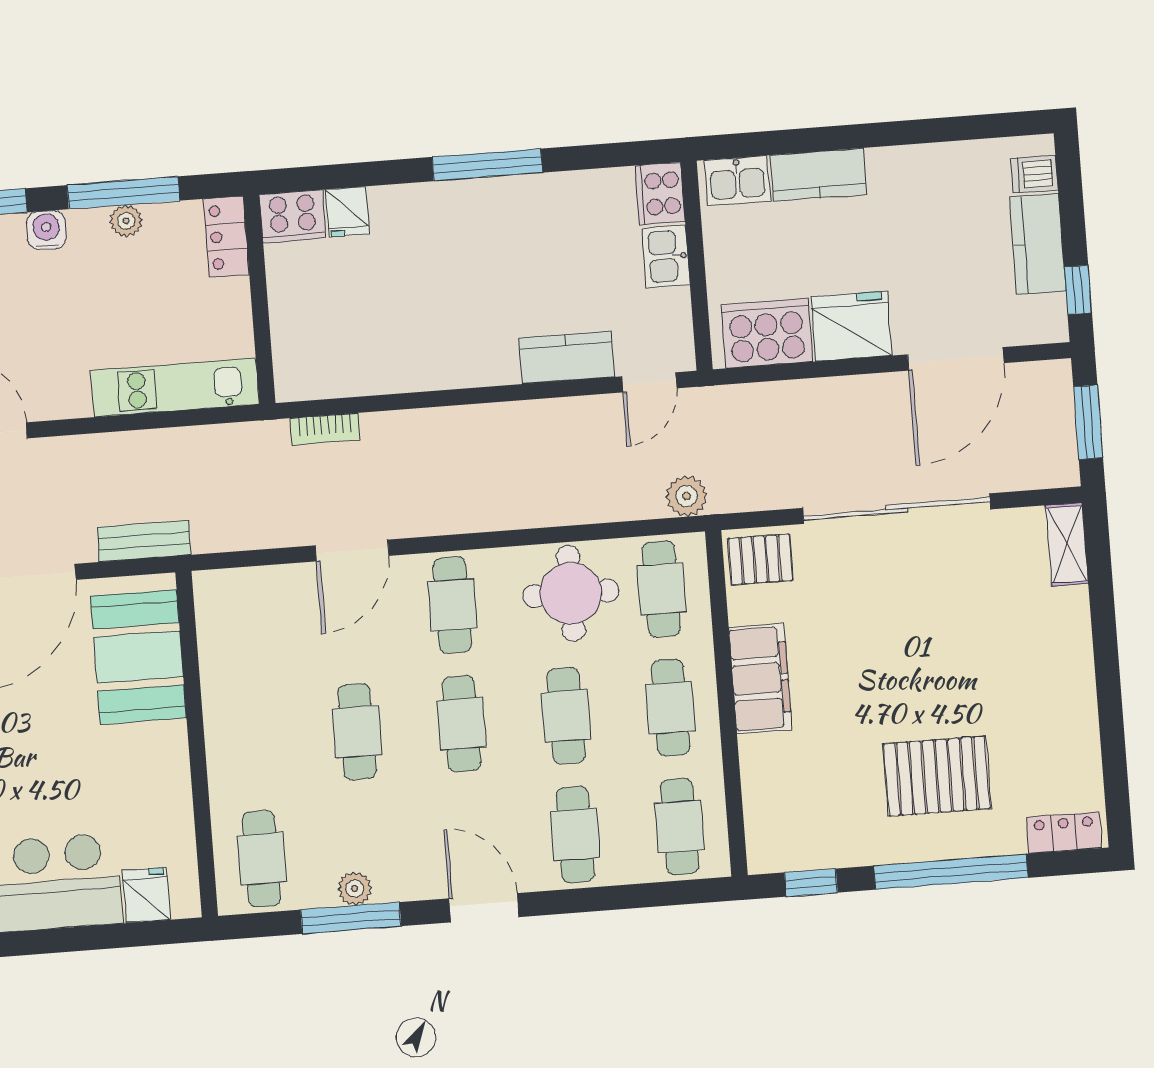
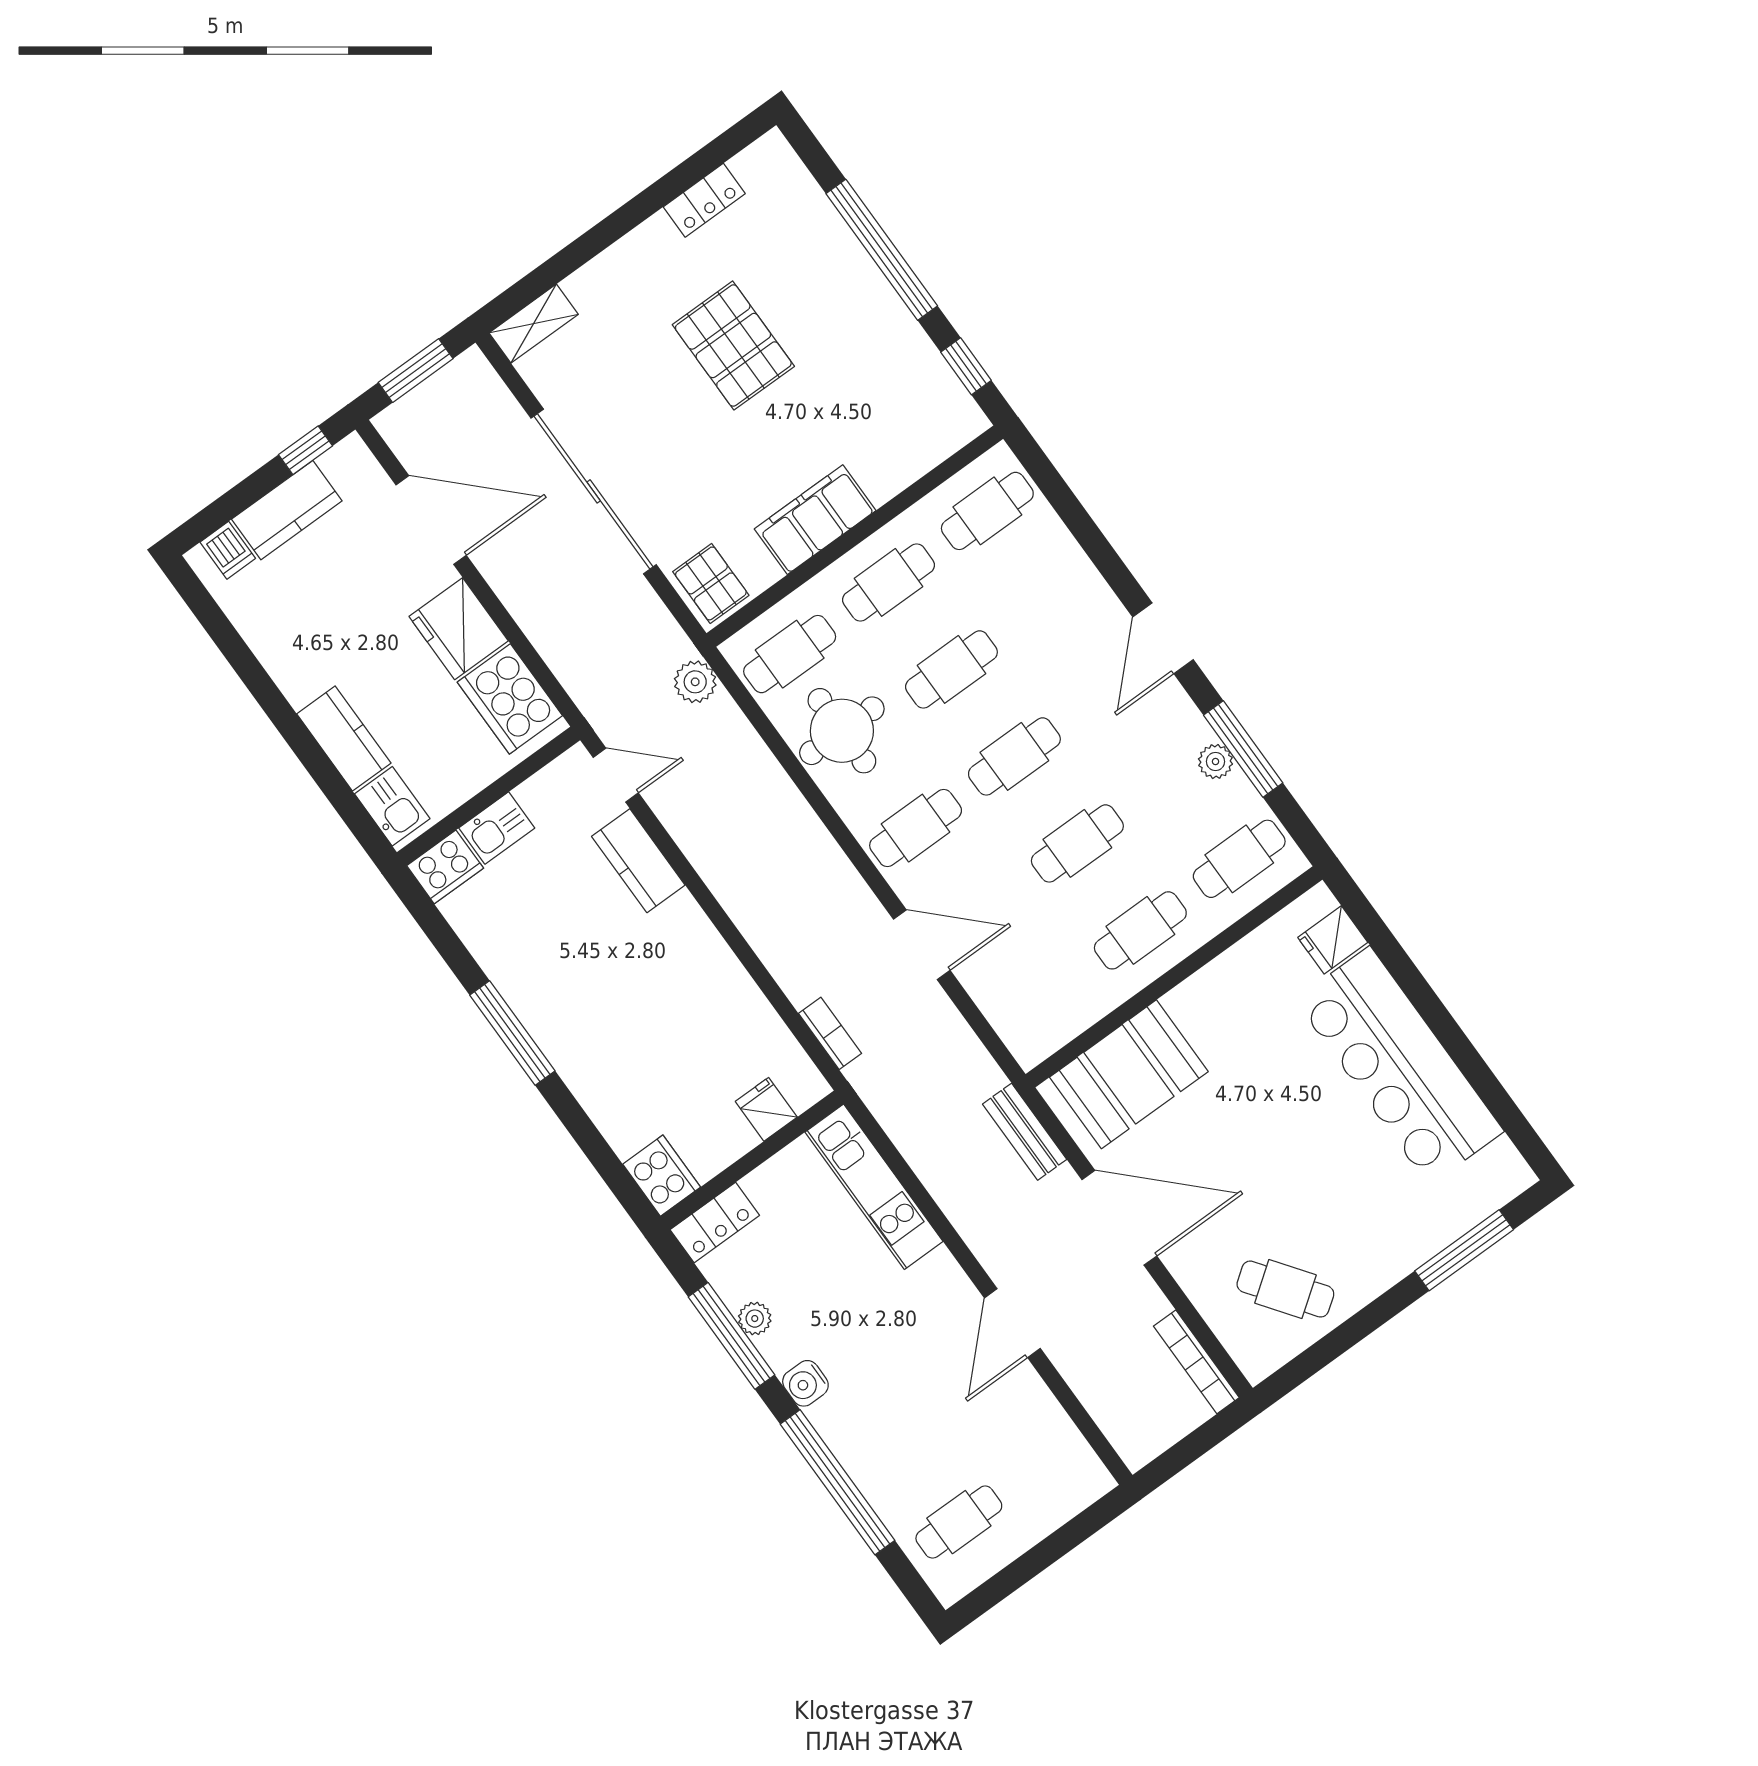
fridge: (347, 212) -> (766, 1109), moved, turned -90
pallet: (937, 776) -> (733, 346), moved
locker: (1064, 833) -> (704, 200), moved, turned -90
cafe table: (575, 835) -> (1140, 930), moved

